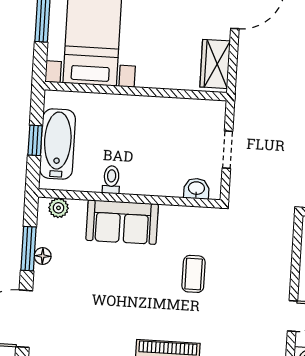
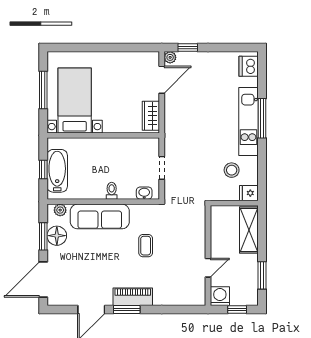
toilet: (111, 180) -> (112, 191), moved
sofa: (122, 222) -> (100, 216), width x1.36
floor lamp: (43, 256) -> (57, 236), width x1.89, depth x1.89

